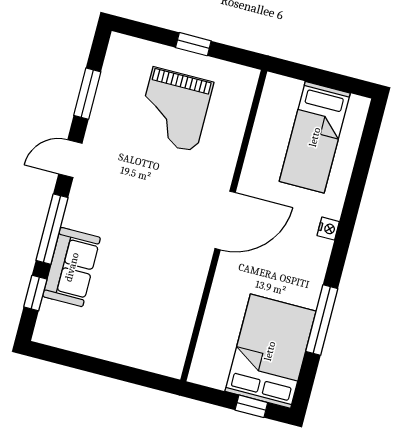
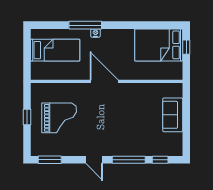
window: (87, 94) -> (50, 160), moved
sofa: (72, 267) -> (173, 115), moved, turned -90
window: (322, 320) -> (85, 25), moved

